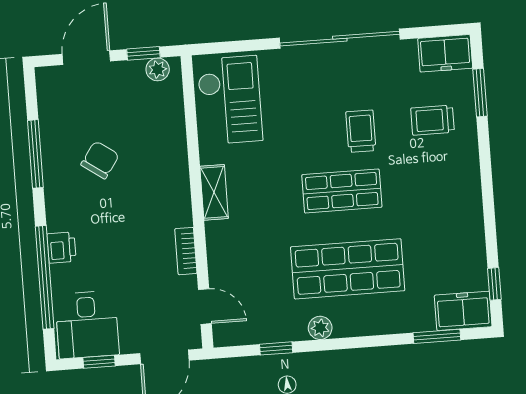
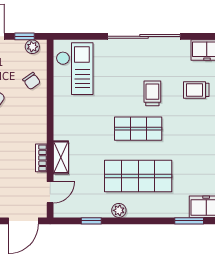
chair: (161, 126) -> (32, 81), added
shelving: (214, 192) -> (61, 157), moved
door: (205, 307) -> (50, 192), hinge flipped

